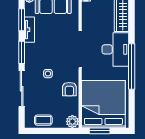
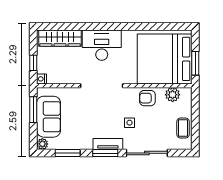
tv unit: (29, 30) -> (108, 144), moved
window: (132, 66) -> (121, 27), removed
armchair: (69, 89) -> (147, 98), turned 180
plant: (72, 121) -> (173, 95), moved

